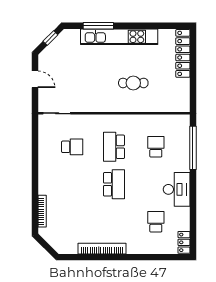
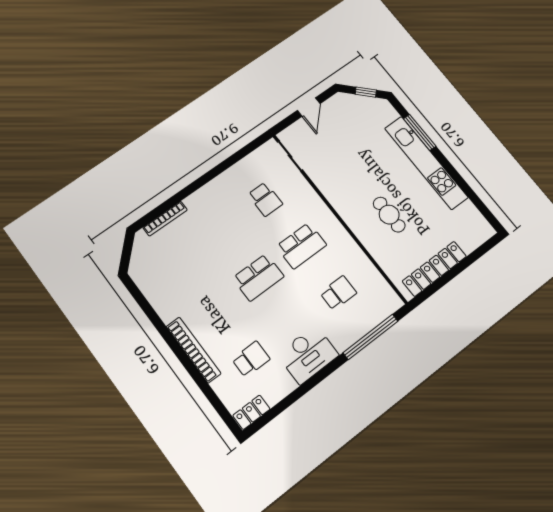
locker: (183, 53) -> (434, 269), moved
school desk: (114, 147) -> (301, 246), turned 180
bookcase: (102, 249) -> (194, 350), moved

